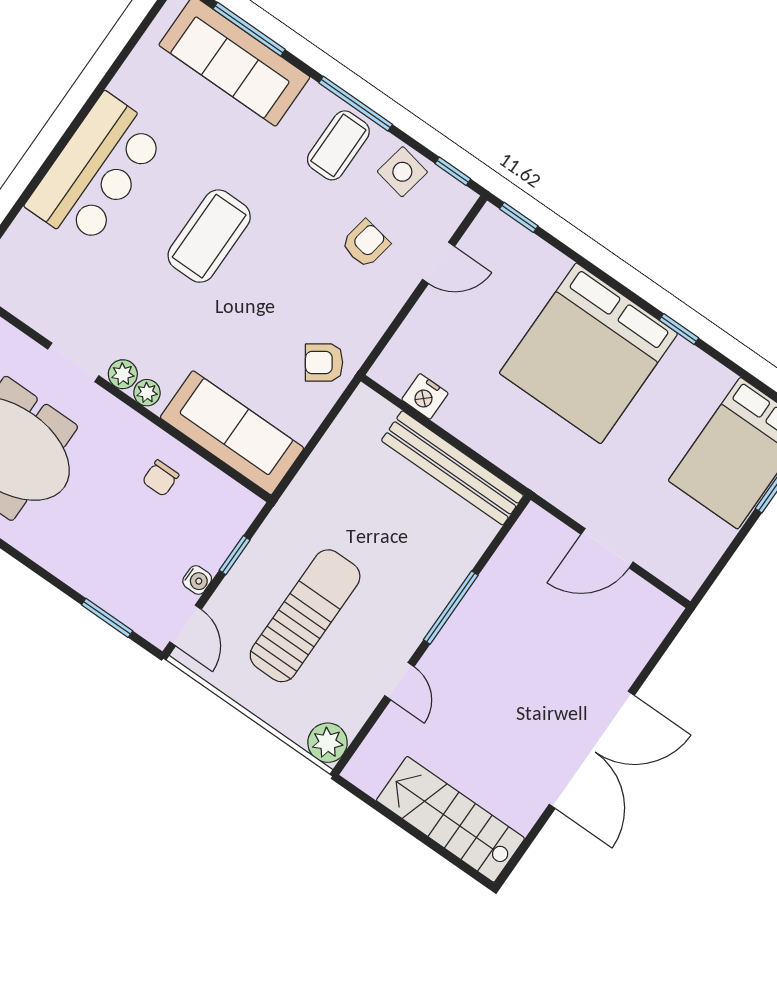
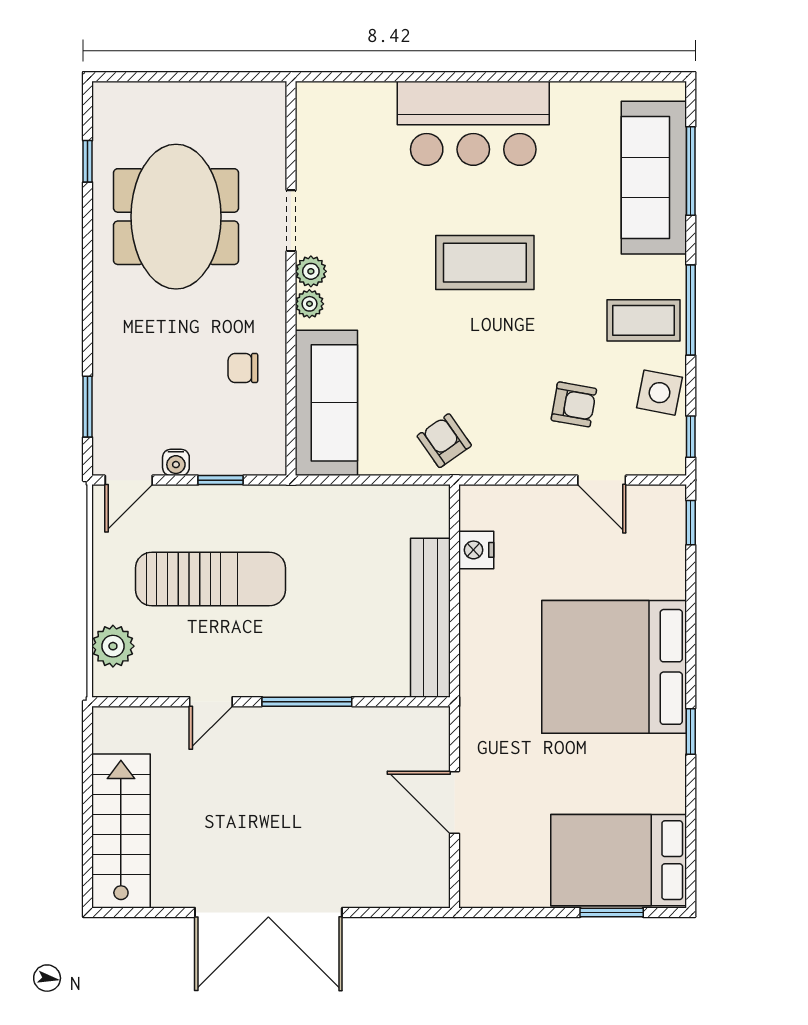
plant: (327, 743) -> (113, 646), moved

